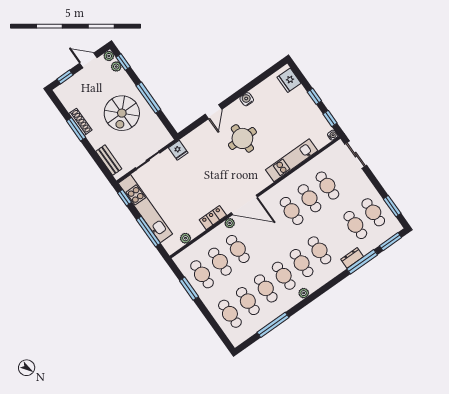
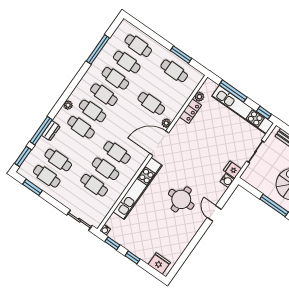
water cooler: (247, 99) -> (227, 181), moved
kitchen unit: (292, 160) -> (138, 189), width x1.36
locker: (213, 218) -> (190, 111), moved
cafe table: (220, 262) -> (163, 87), removed
plant: (304, 293) -> (68, 105), moved

